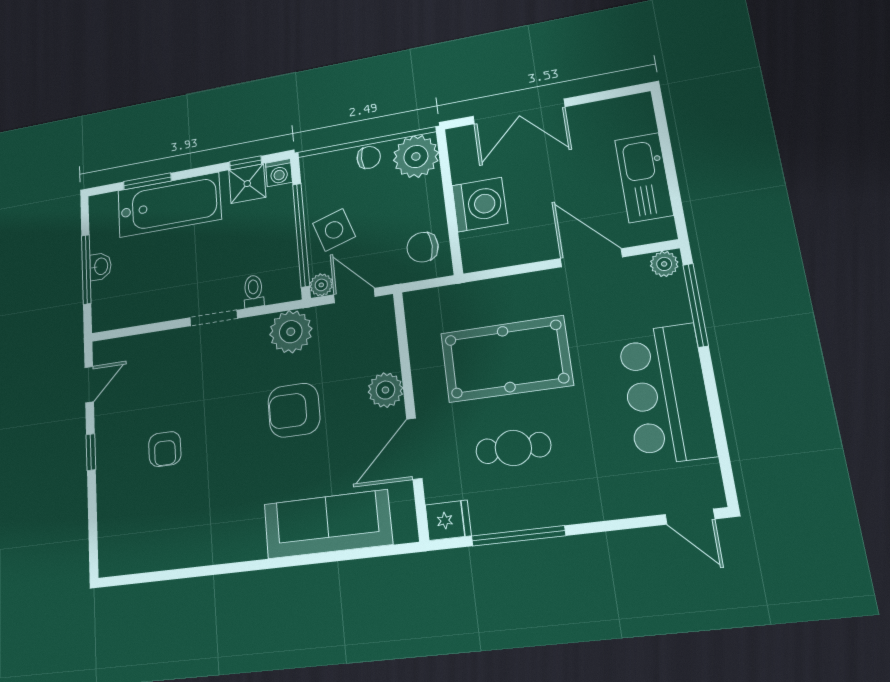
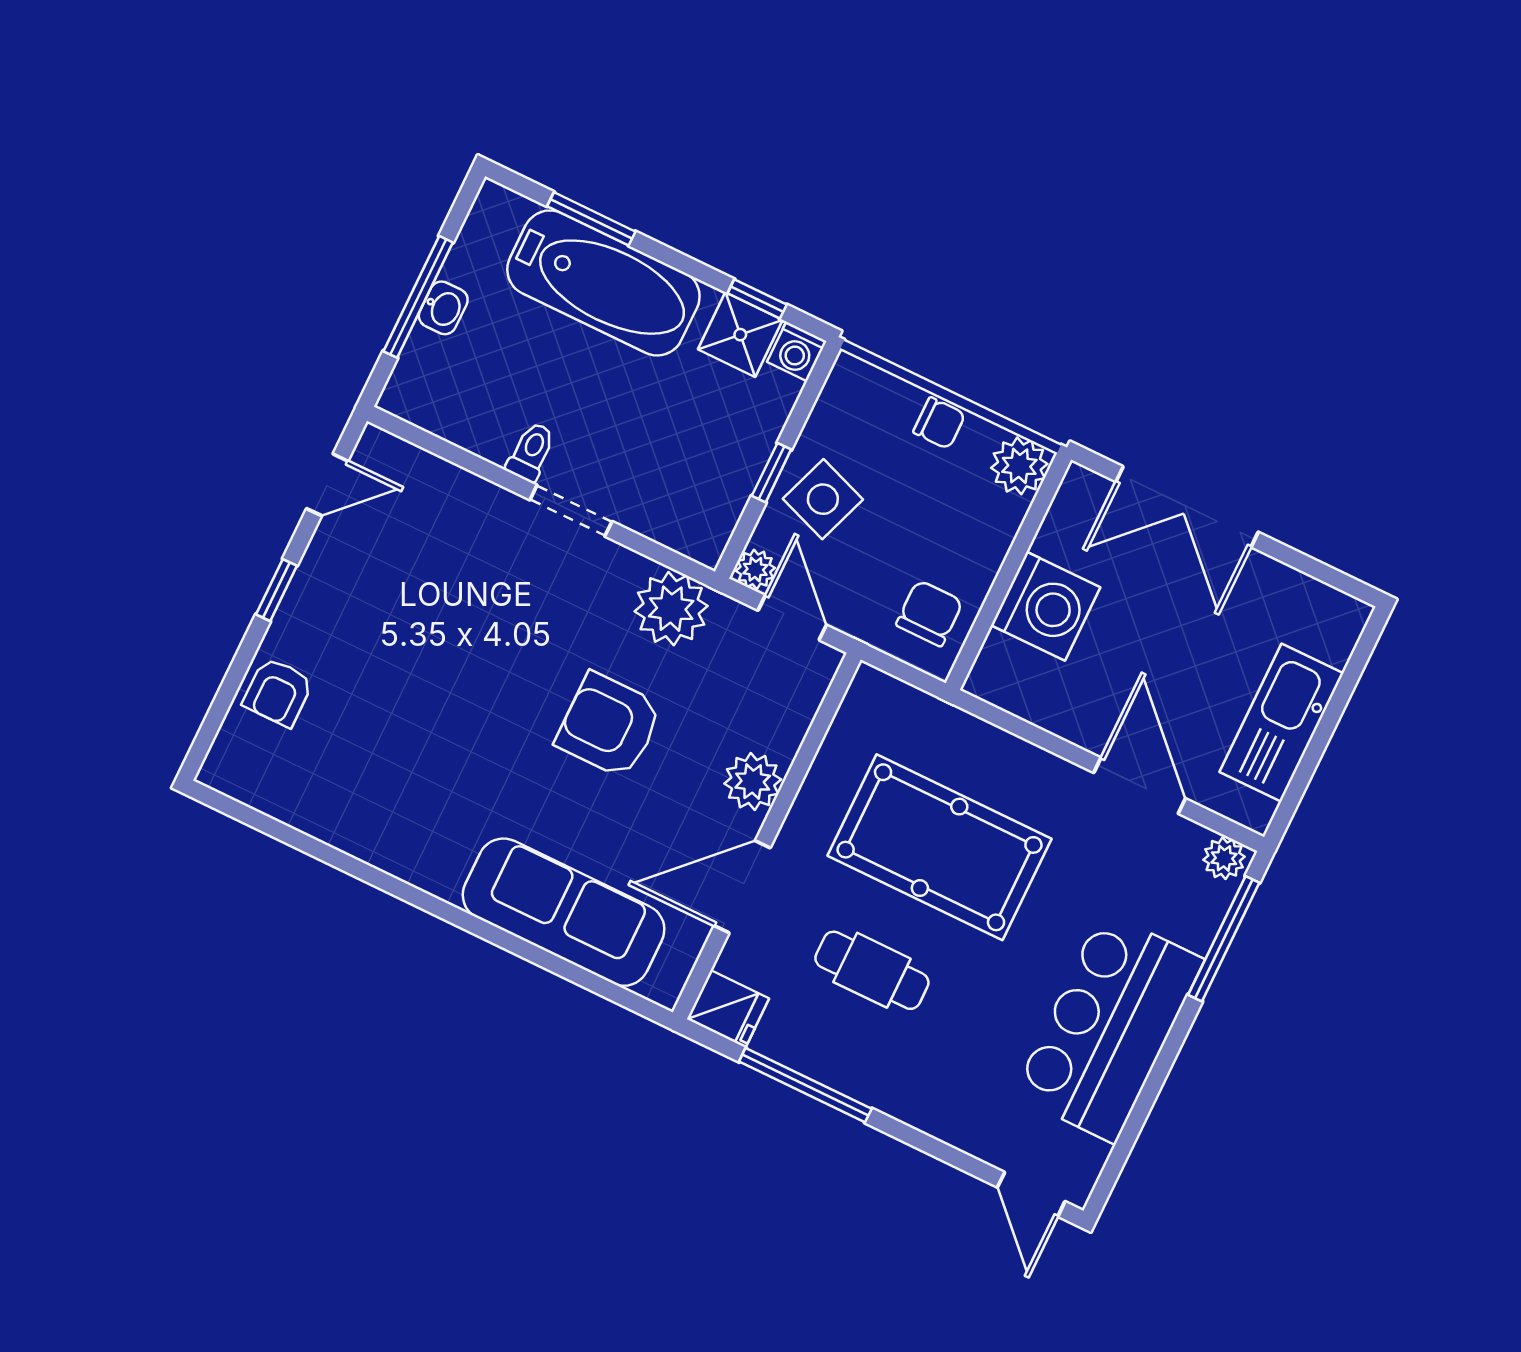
plant: (416, 156) -> (1019, 466), width x0.73, depth x0.73
side table: (334, 230) -> (823, 499), turned 38
window: (301, 235) -> (772, 473), width x0.32
chair: (423, 247) -> (929, 613), turned 90
toilet: (253, 291) -> (531, 452), moved
armchair: (165, 449) -> (278, 692), moved

